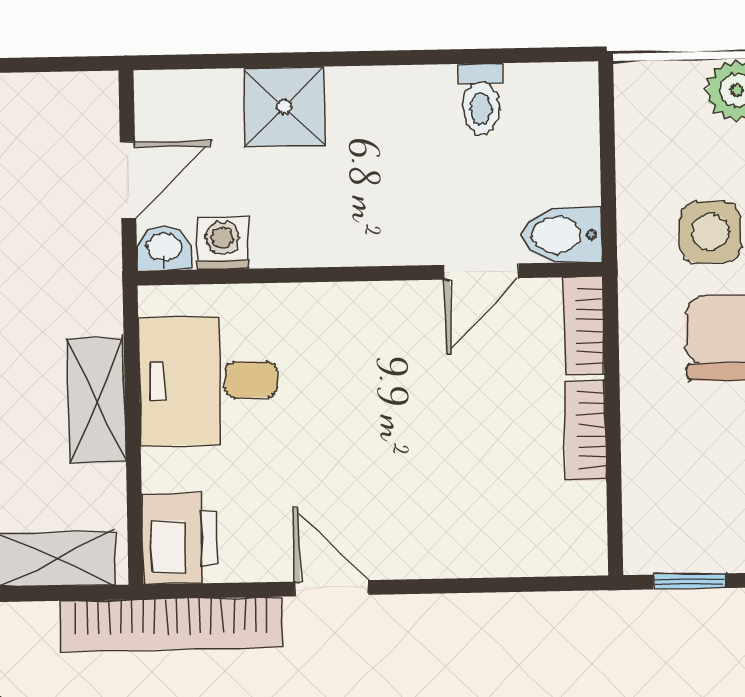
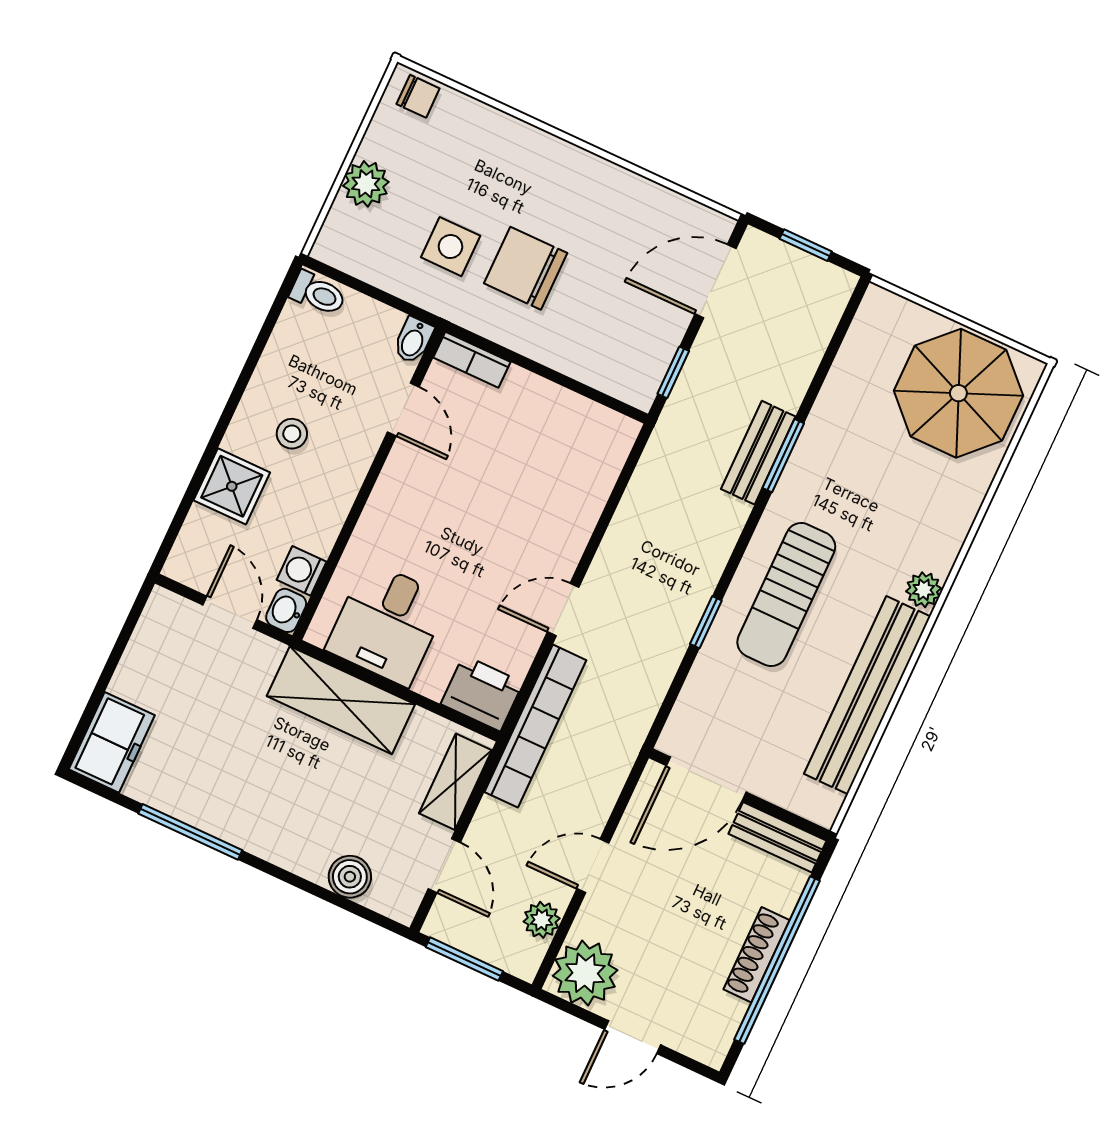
toilet: (481, 99) -> (318, 294), moved
stool: (385, 149) -> (292, 434), added
bidet: (562, 235) -> (413, 340), width x0.72, depth x0.74
shelving: (97, 401) -> (341, 700), width x1.50, depth x1.33
bookcase: (585, 431) -> (541, 392), removed

